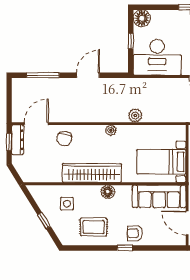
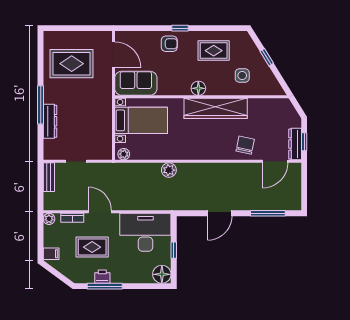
plant: (111, 130) -> (124, 154), moved
sofa: (159, 196) -> (136, 83), width x0.73

